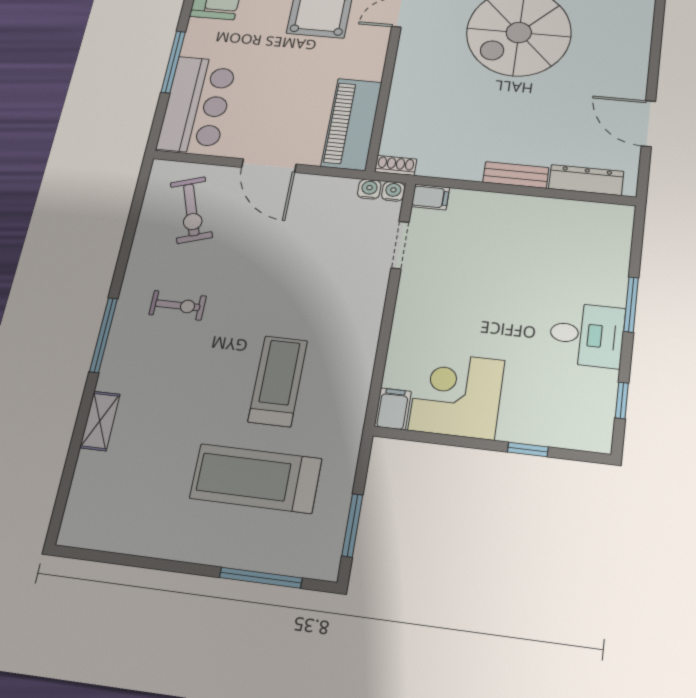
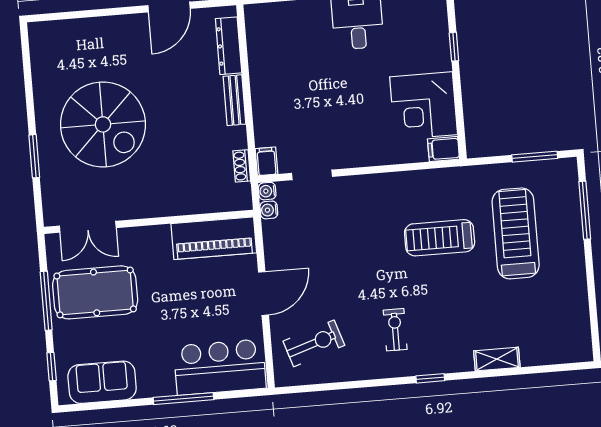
shoe rack: (396, 165) -> (242, 166), moved
window: (103, 335) -> (430, 378), width x0.46
treadmill: (256, 478) -> (516, 233), turned 180

